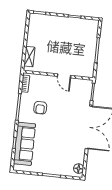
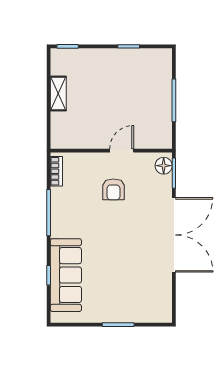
shelving: (29, 57) -> (58, 94), moved
door: (64, 76) -> (122, 151), swing flipped
armchair: (40, 108) -> (113, 189), moved
floor lamp: (79, 169) -> (164, 166), moved

